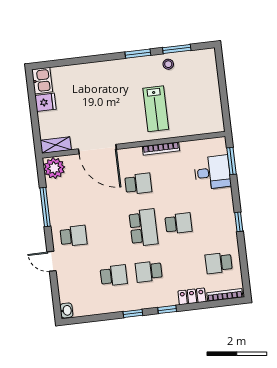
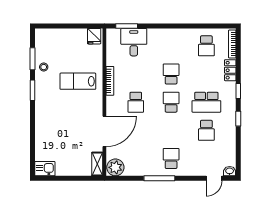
fridge: (45, 102) -> (94, 36), moved, turned 180
lab bench: (156, 109) -> (78, 81), turned 180
school desk: (138, 184) -> (136, 102), turned 180
window: (45, 207) -> (159, 178), moved
window: (239, 222) -> (175, 26), removed
school desk: (143, 228) -> (171, 102), width x0.54
door: (52, 261) -> (214, 178), moved
school desk: (149, 271) -> (206, 102), width x1.85
school desk: (114, 276) -> (206, 130), turned 180

